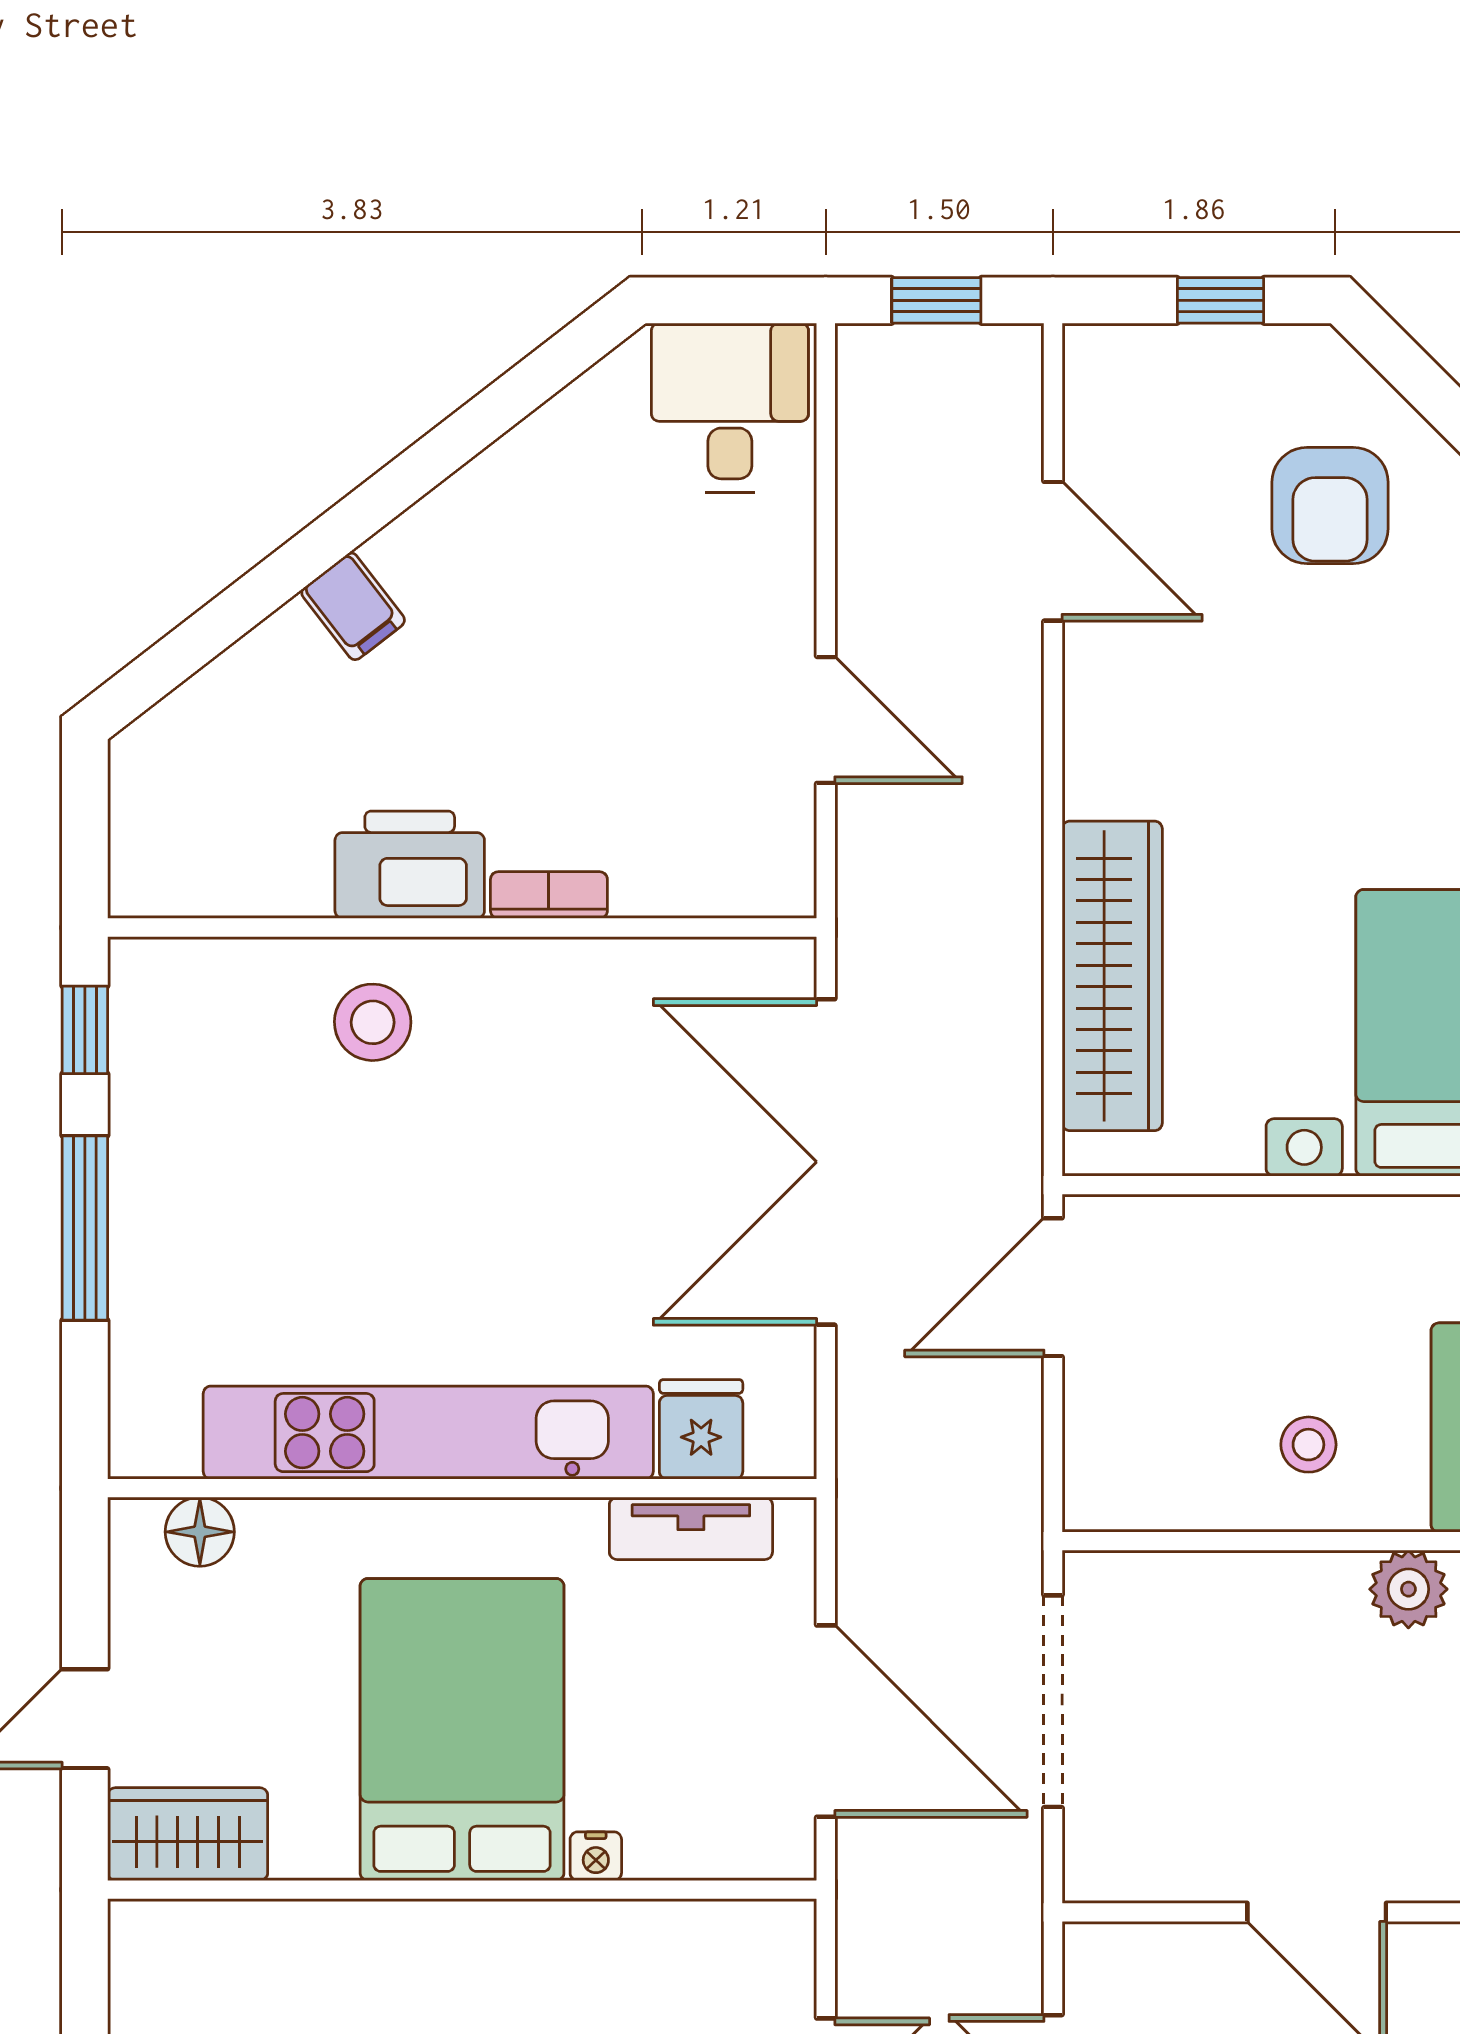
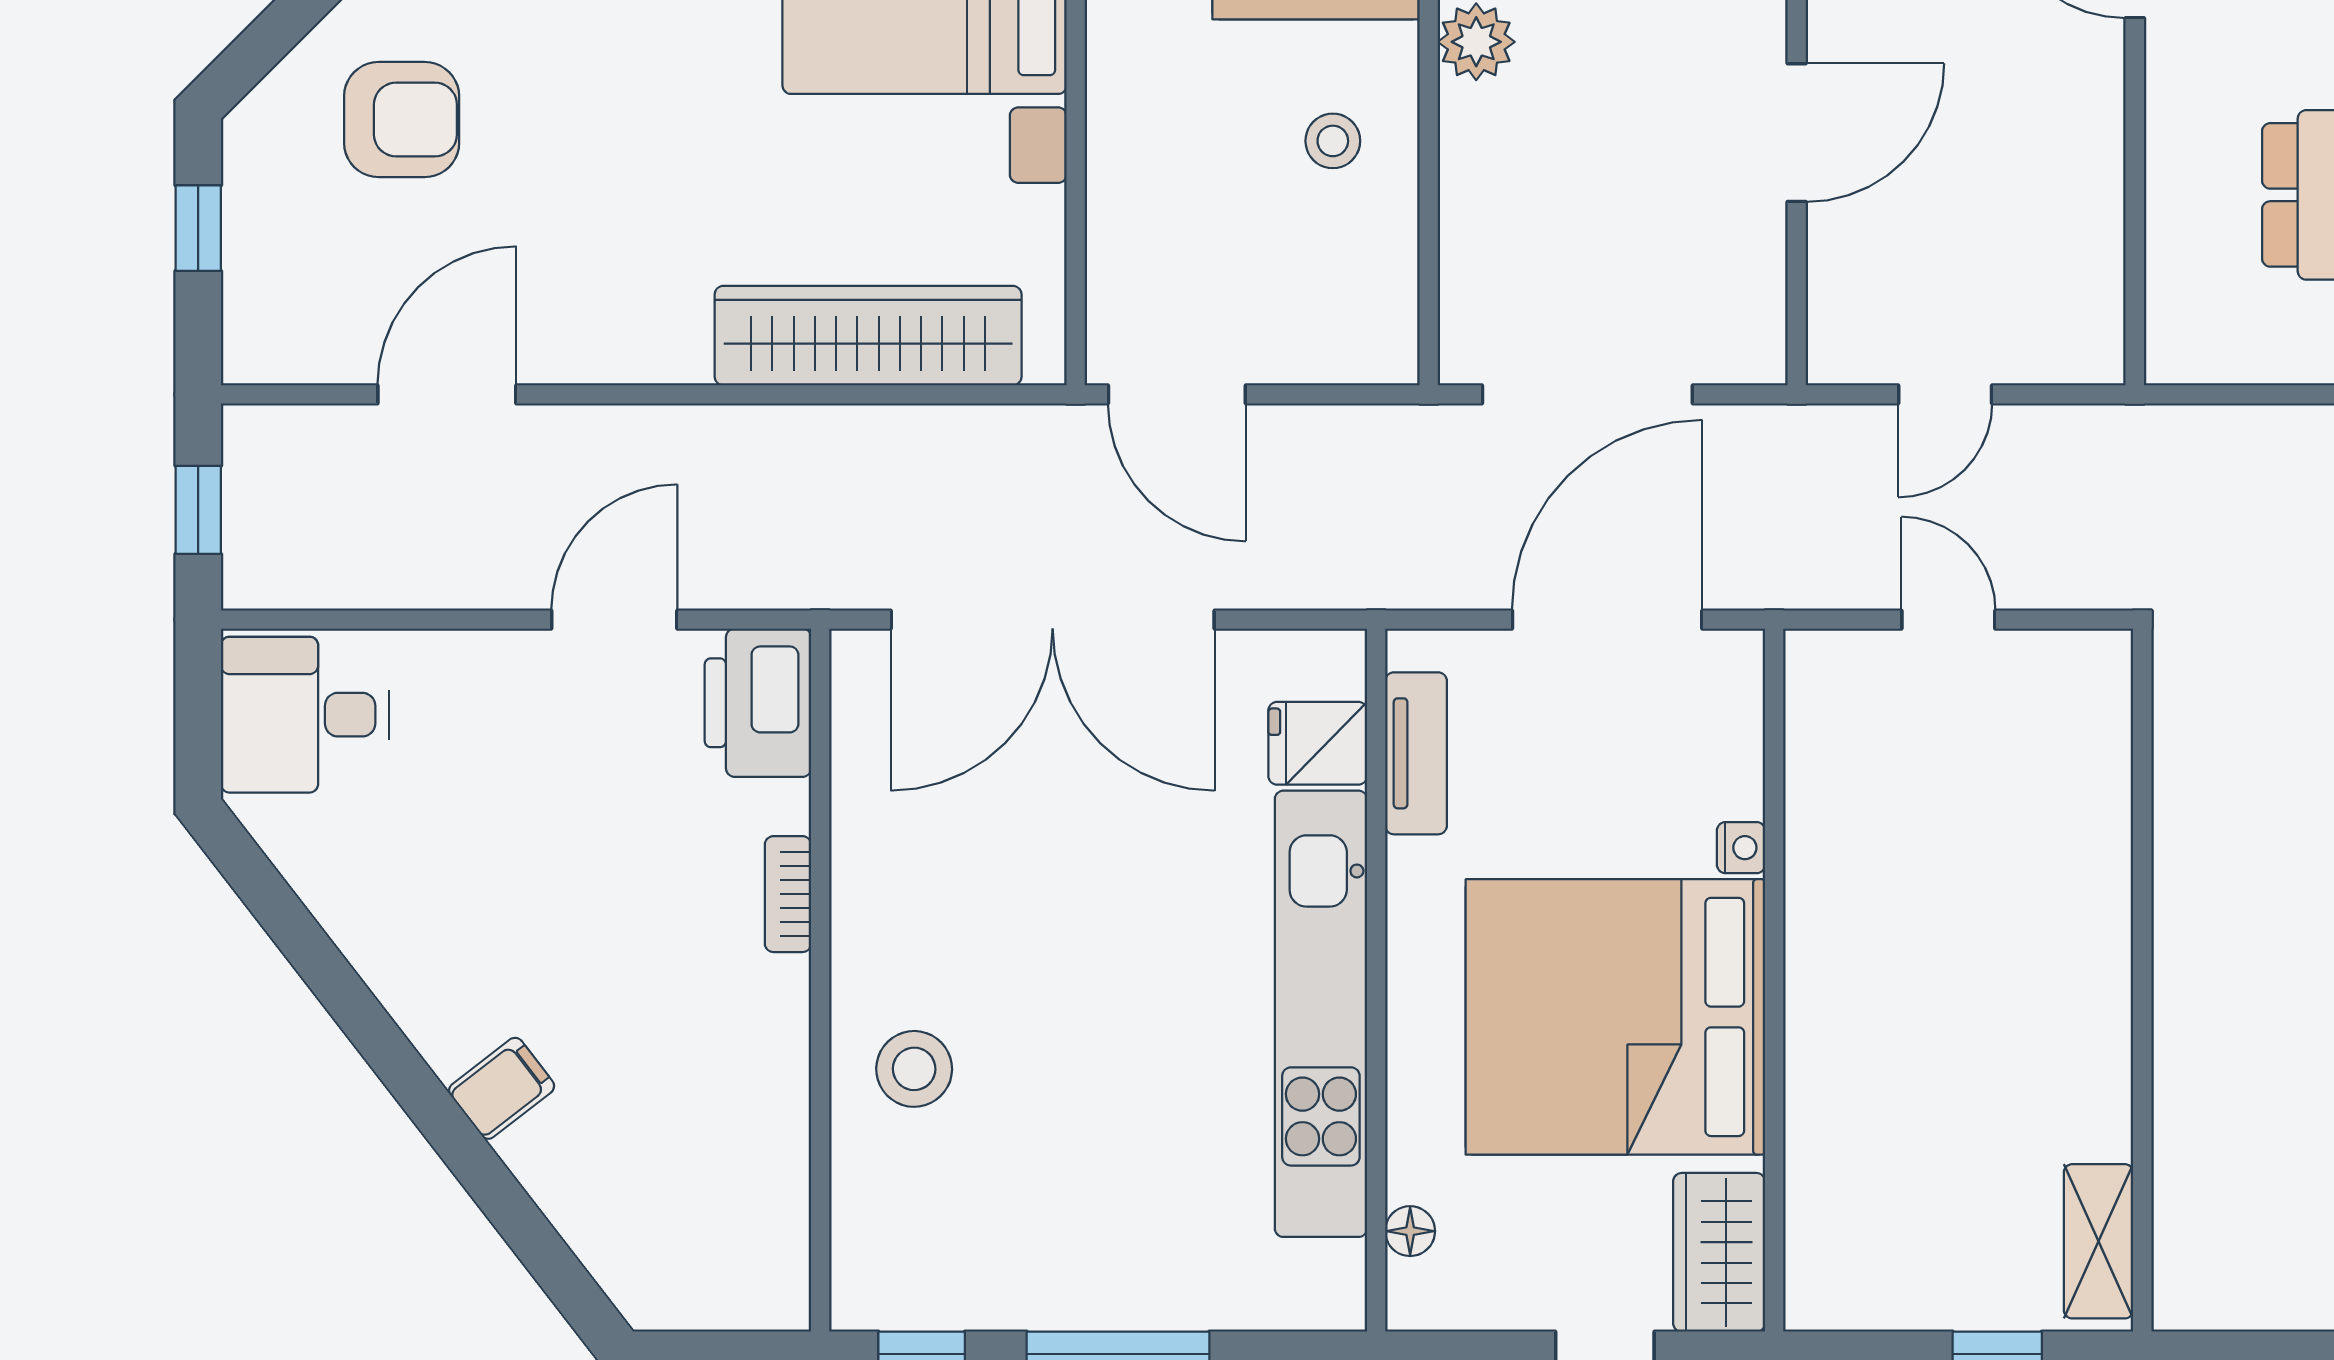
printer: (410, 865) -> (758, 703), moved
floor lamp: (200, 1532) -> (1410, 1231), width x0.73, depth x0.73
bed: (462, 1730) -> (1615, 1017), width x1.36

